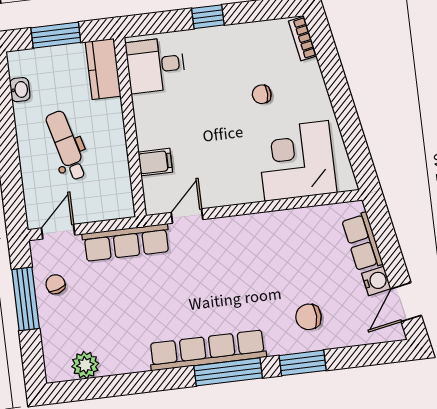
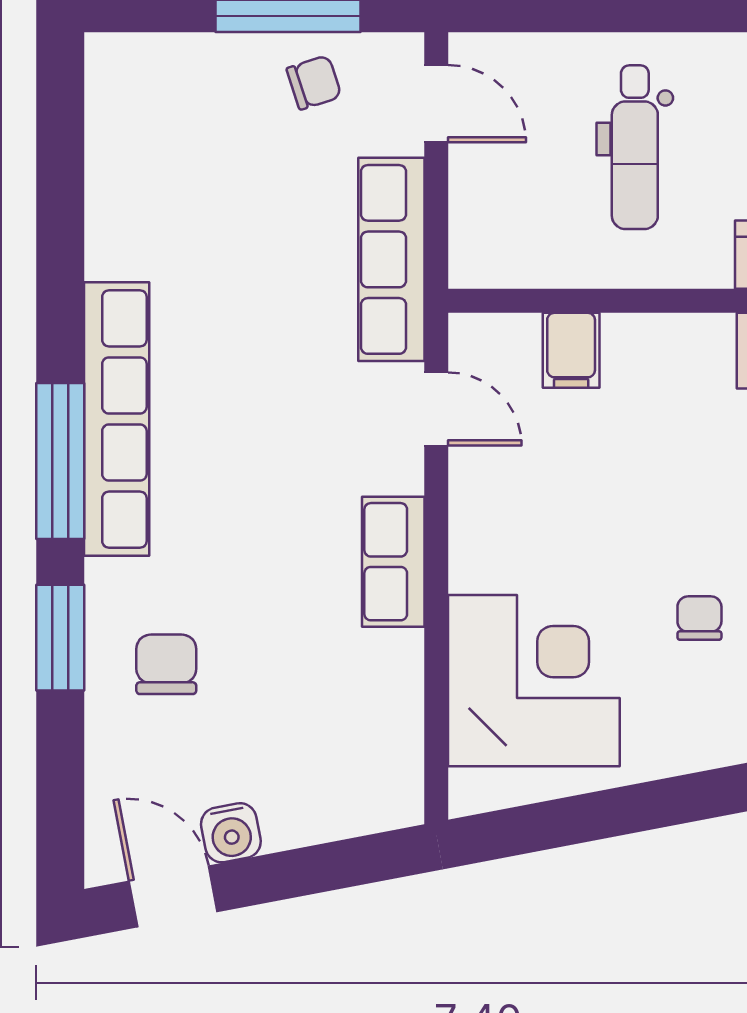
dental chair: (66, 146) -> (635, 147), turned 105
row of seats: (362, 242) -> (393, 562), moved, turned -79
plant: (85, 365) -> (117, 129), removed

